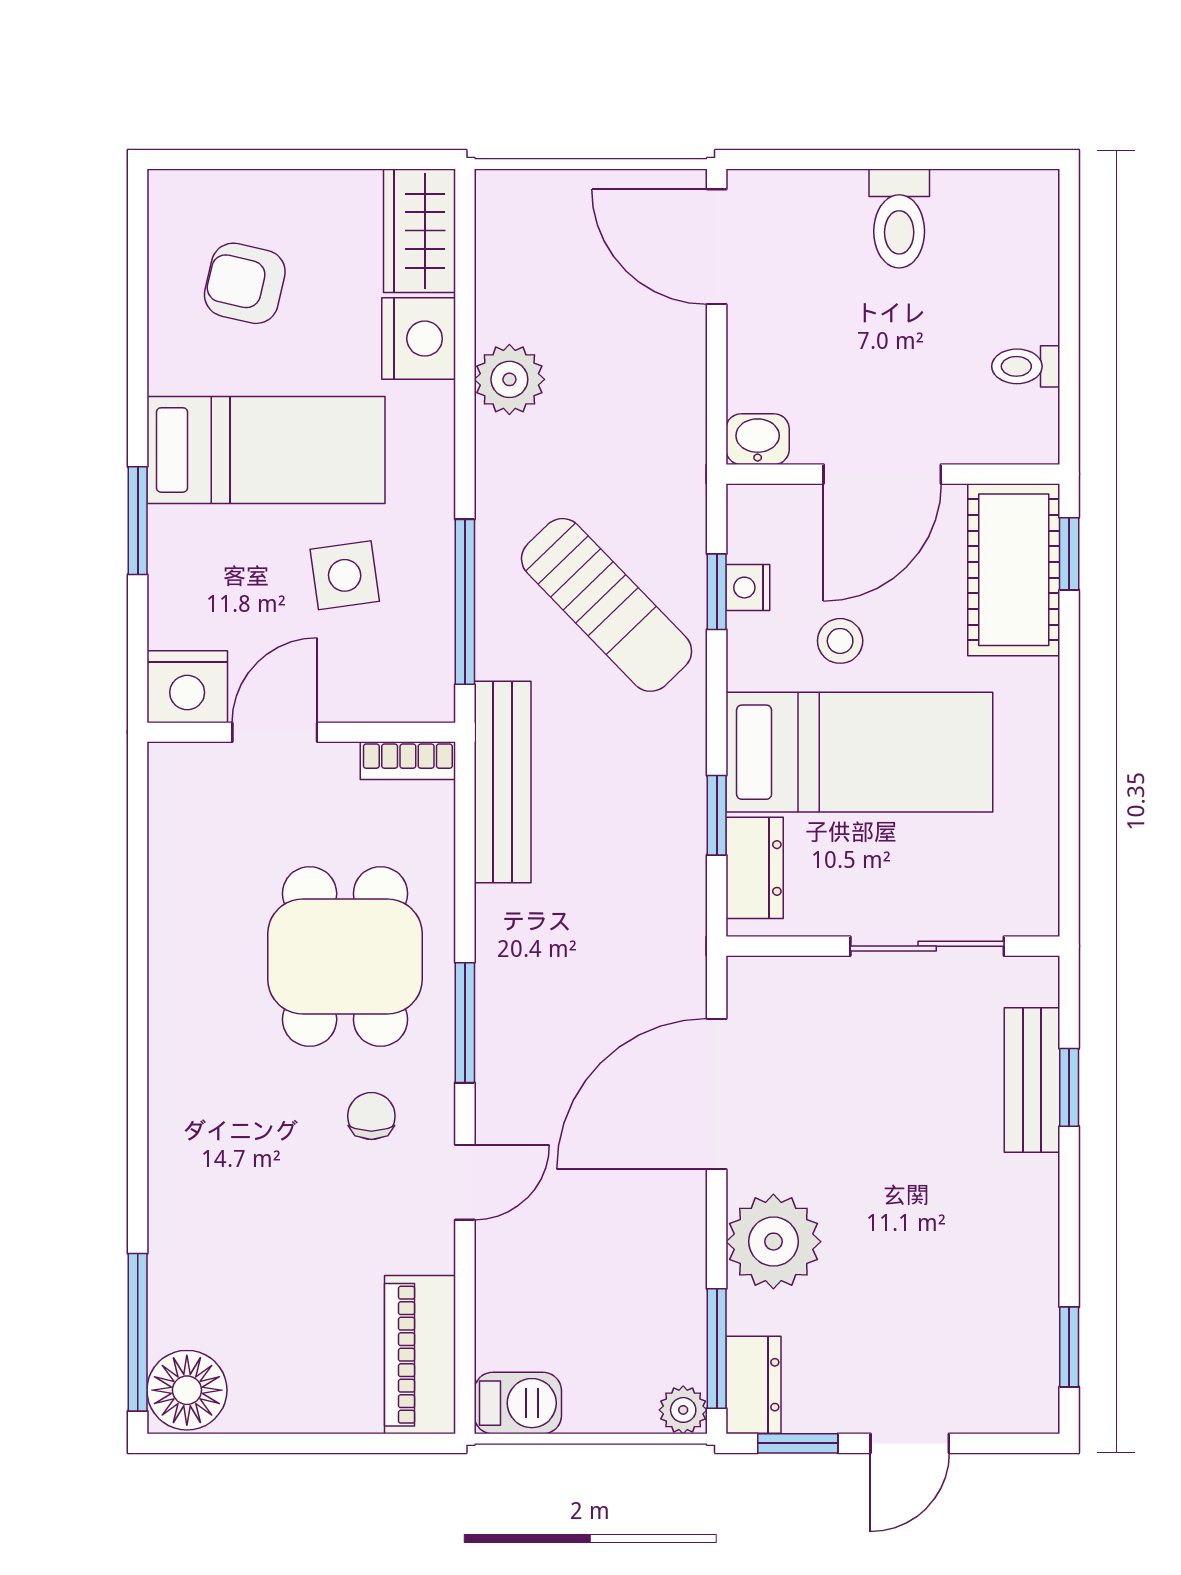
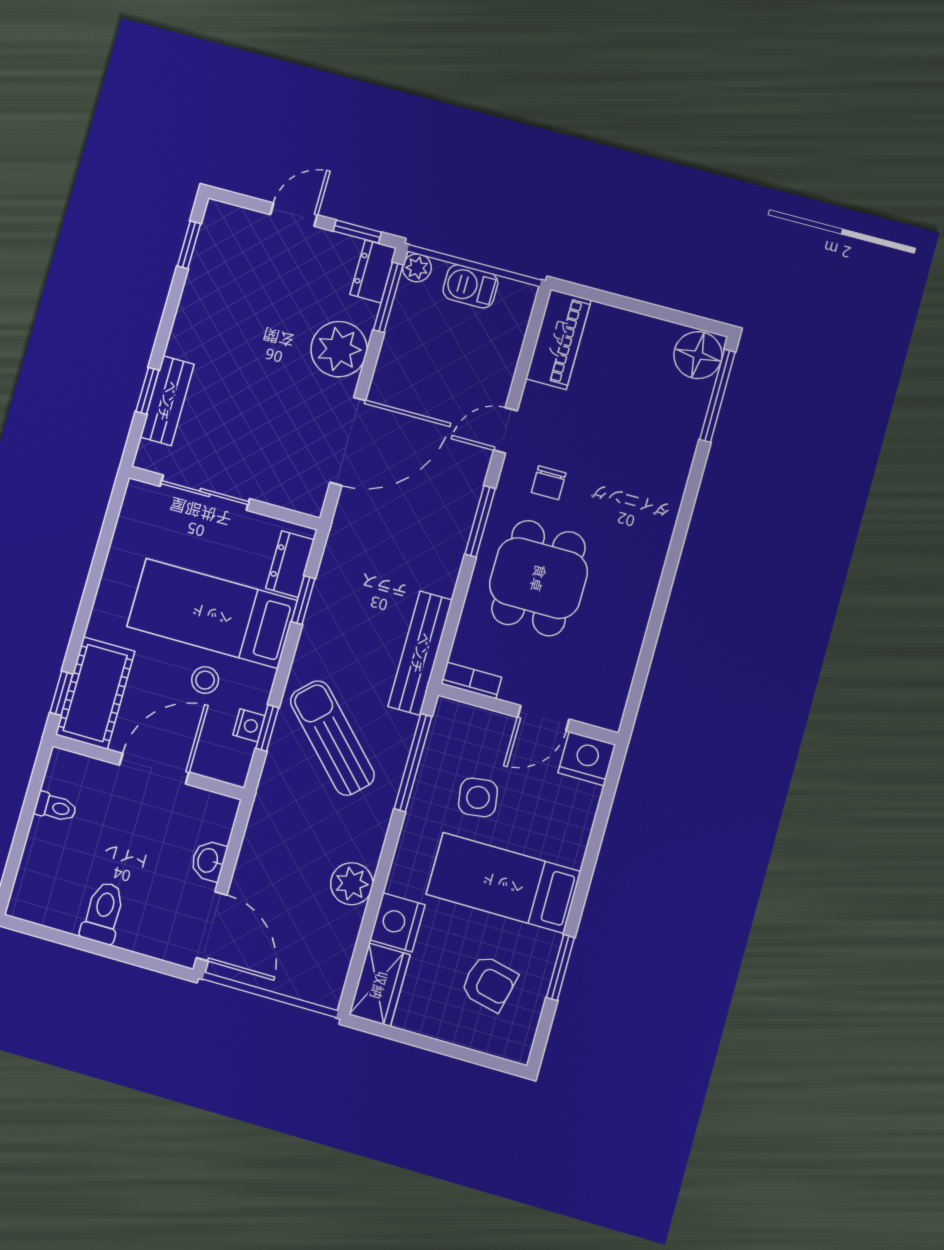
washbasin: (758, 439) -> (209, 861), moved, turned 90
window: (138, 521) -> (560, 968), moved
barbecue: (518, 1403) -> (470, 286), moved

